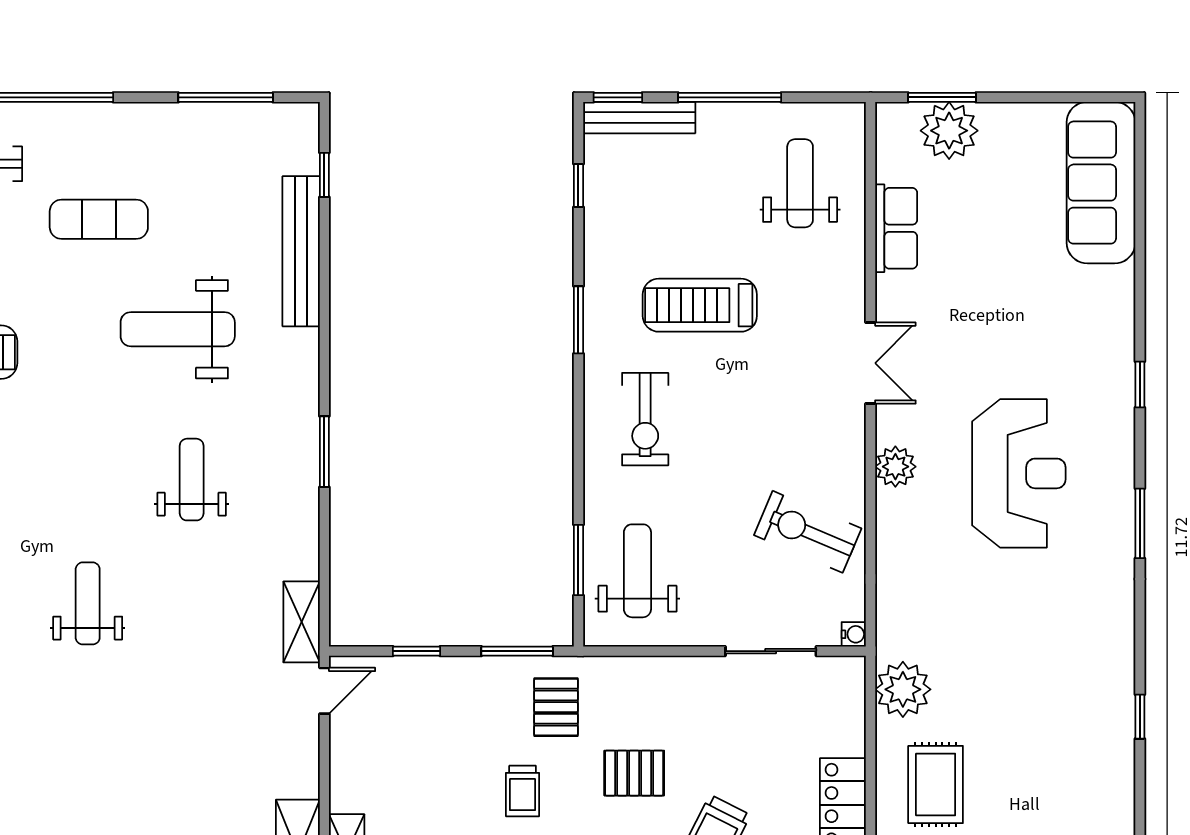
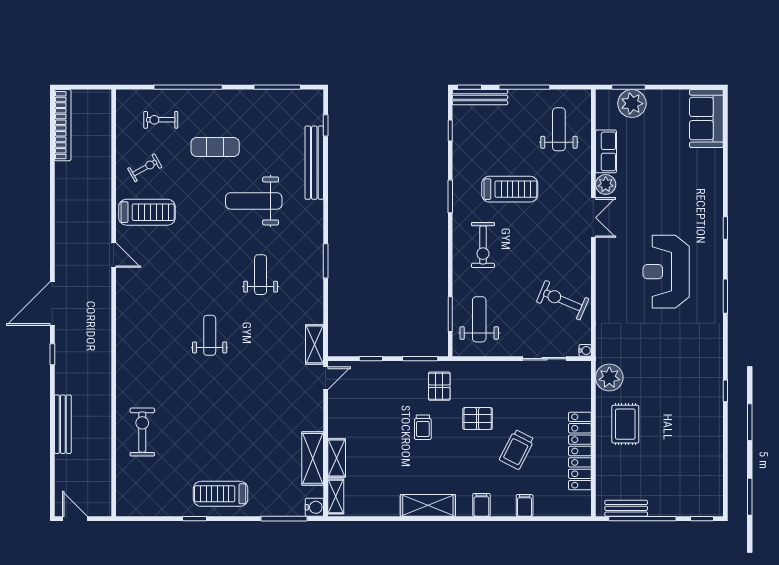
sofa: (1101, 183) -> (706, 119), width x0.73
treadmill: (700, 305) -> (510, 189), turned 180
plant: (895, 467) -> (606, 184), moved
reception desk: (1019, 473) -> (666, 272), turned 180

